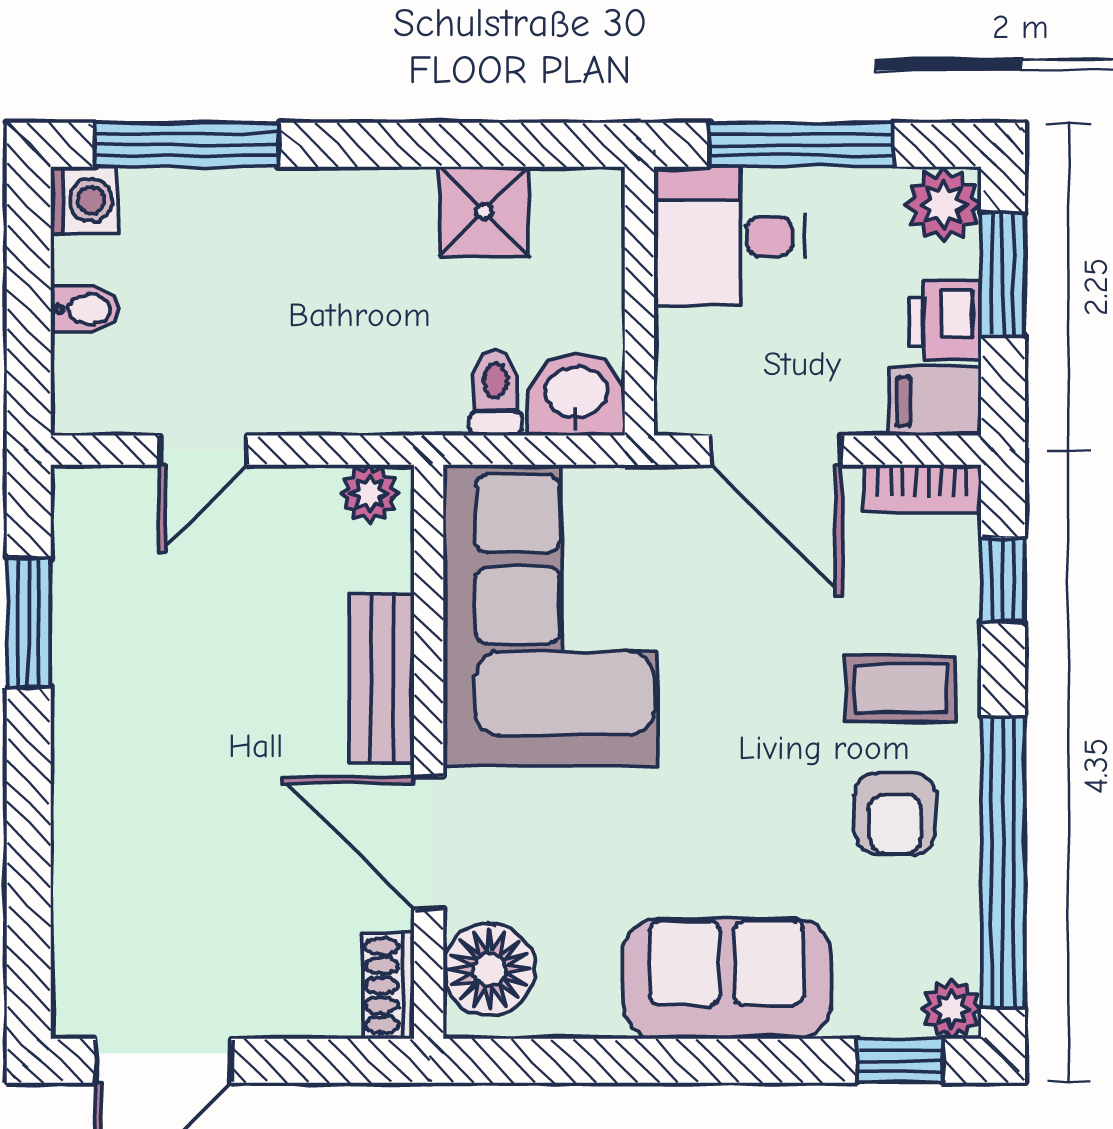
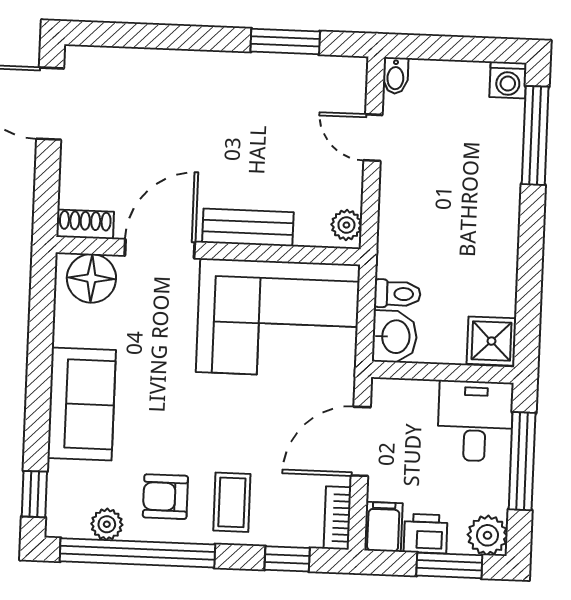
shower: (484, 211) -> (491, 341), moved
bidet: (85, 309) -> (395, 76), moved
plant: (951, 1009) -> (107, 524), moved

